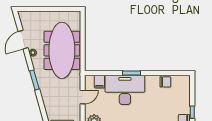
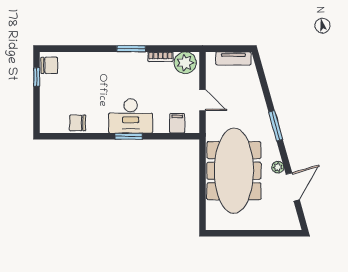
desk: (125, 90) -> (131, 116), width x0.73, depth x0.77
door: (83, 97) -> (203, 100), swing flipped

